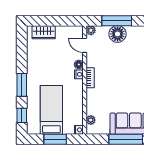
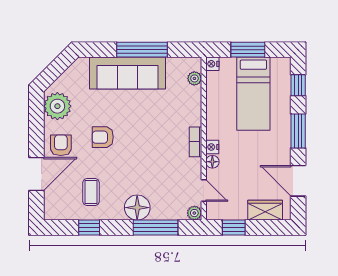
window: (65, 21) -> (234, 228), added
floor lamp: (118, 34) -> (137, 208), moved
door: (22, 52) -> (298, 181), added

